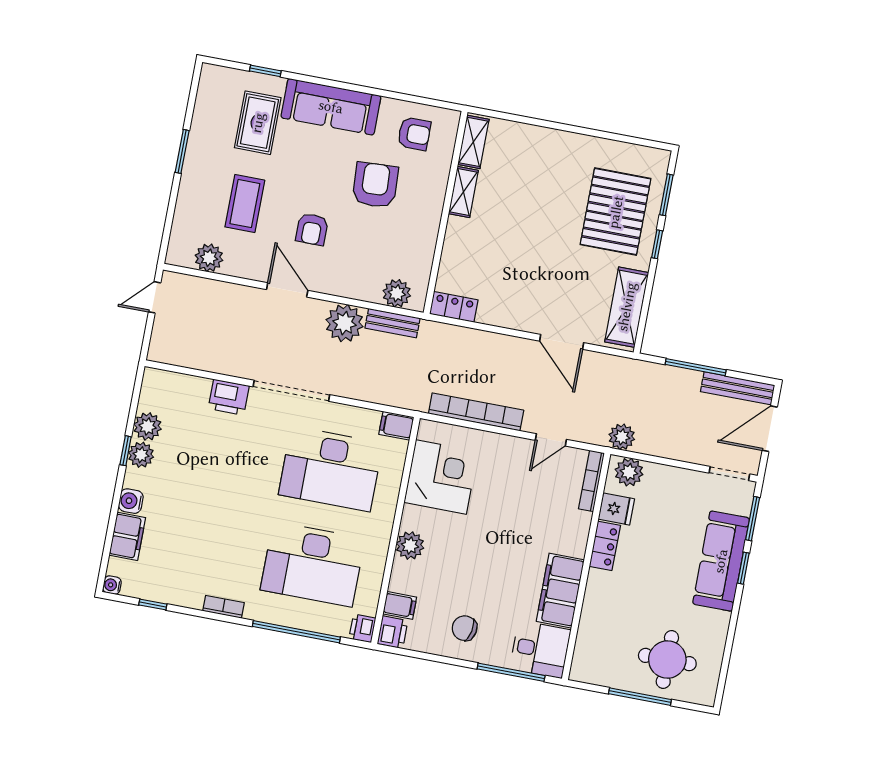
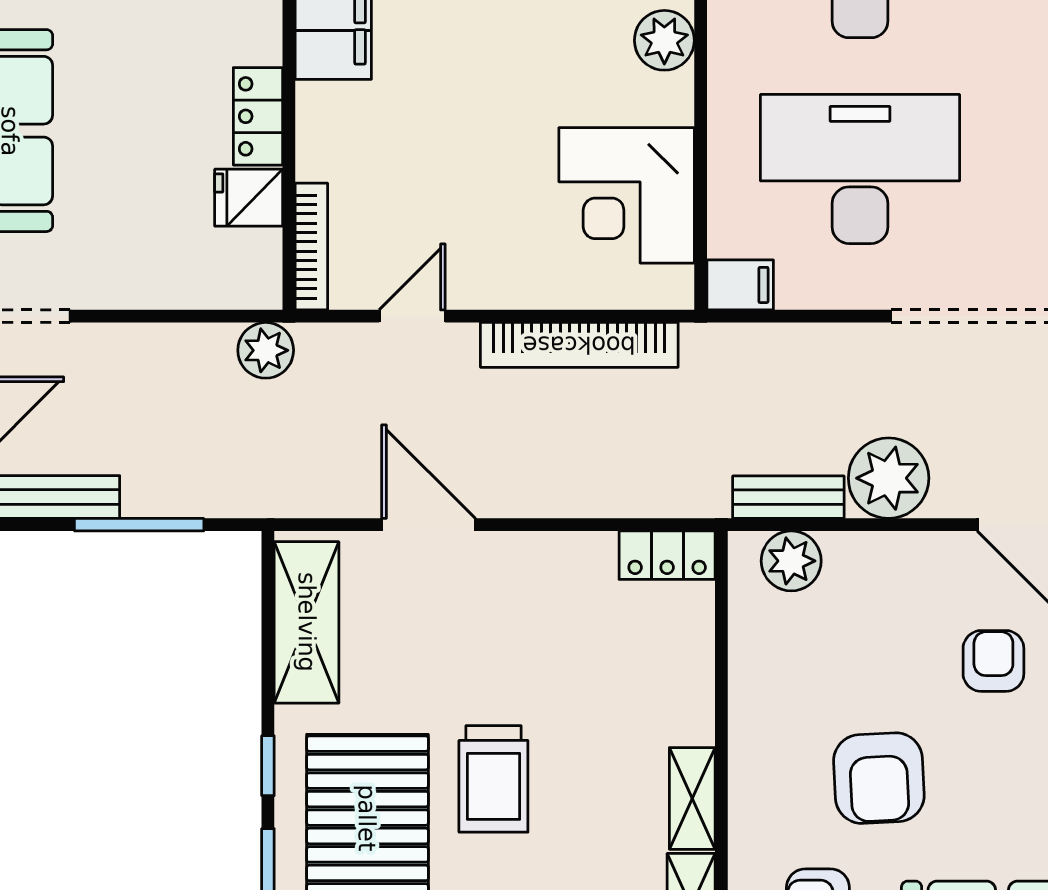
trolley: (554, 218) -> (493, 779), added
plant: (629, 472) -> (237, 280), removed

